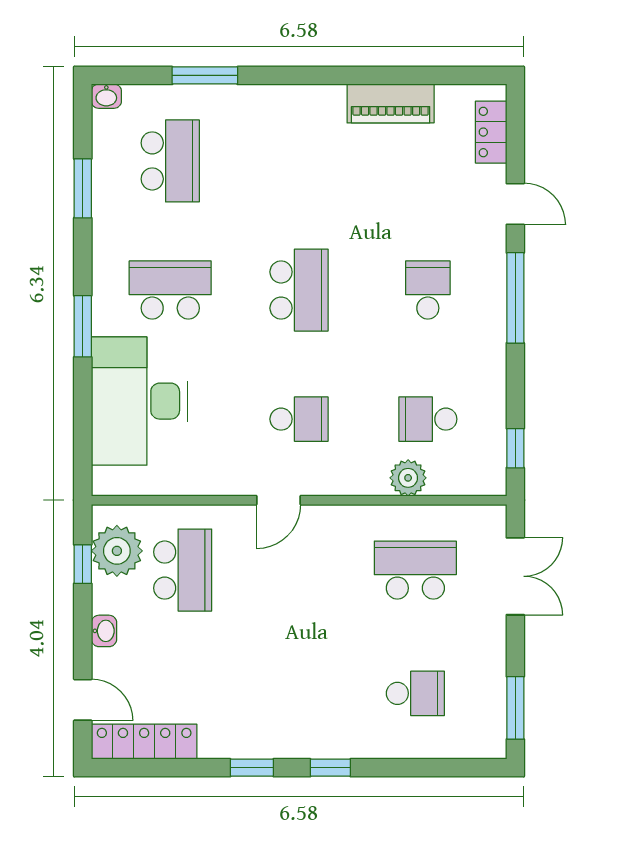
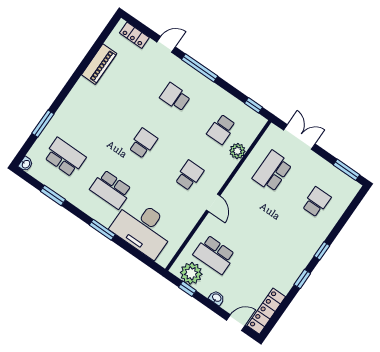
school desk: (170, 290) -> (111, 189), turned -90
school desk: (299, 290) -> (143, 143), width x0.54
school desk: (183, 570) -> (214, 255), turned 180

